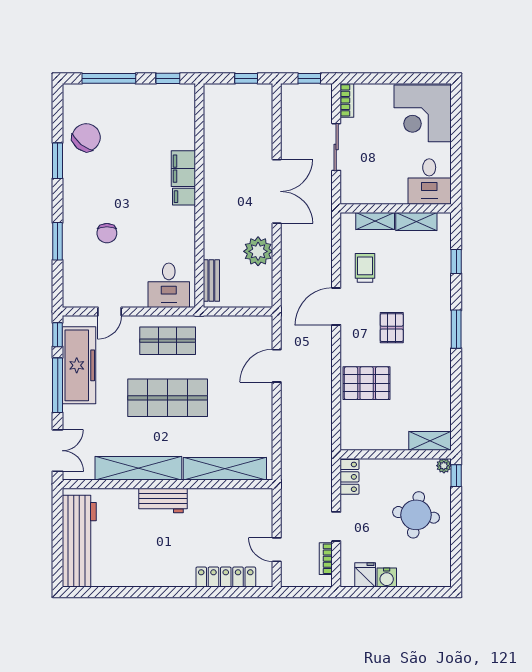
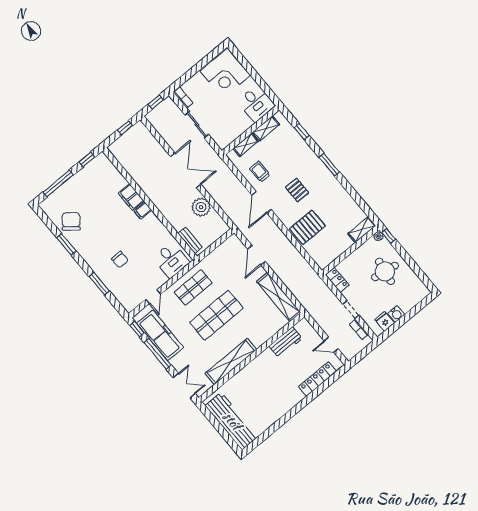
shelving: (225, 469) -> (279, 297), moved, turned 90
workbench: (163, 500) -> (286, 342), moved

